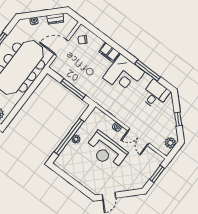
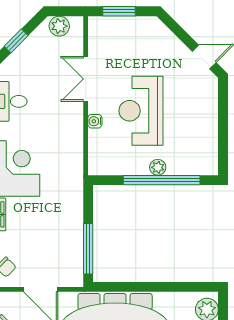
window: (73, 89) -> (88, 249), moved
double door: (139, 137) -> (86, 79), swing flipped
reception desk: (106, 151) -> (141, 111), turned 180

